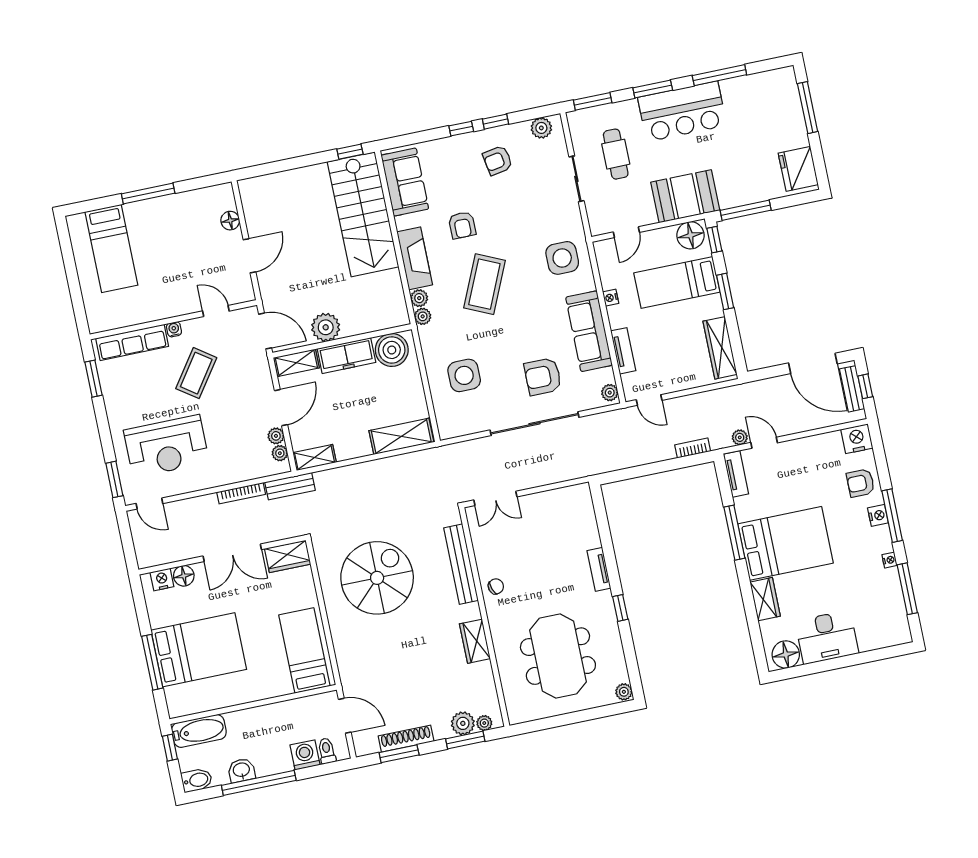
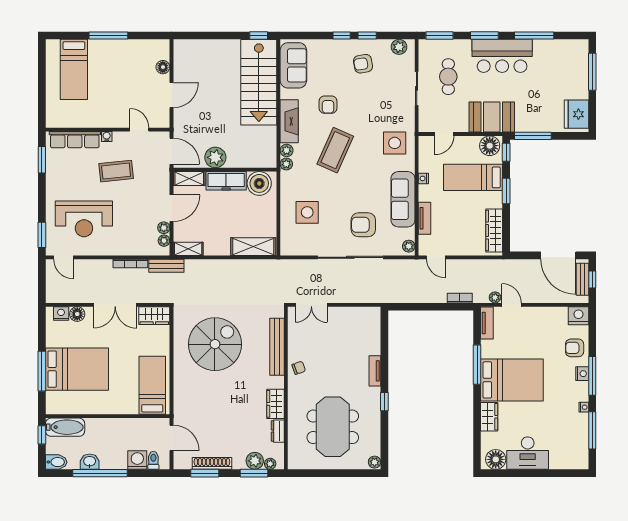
coffee table: (196, 373) -> (116, 171), turned 49
dresser: (485, 677) -> (278, 431), added

